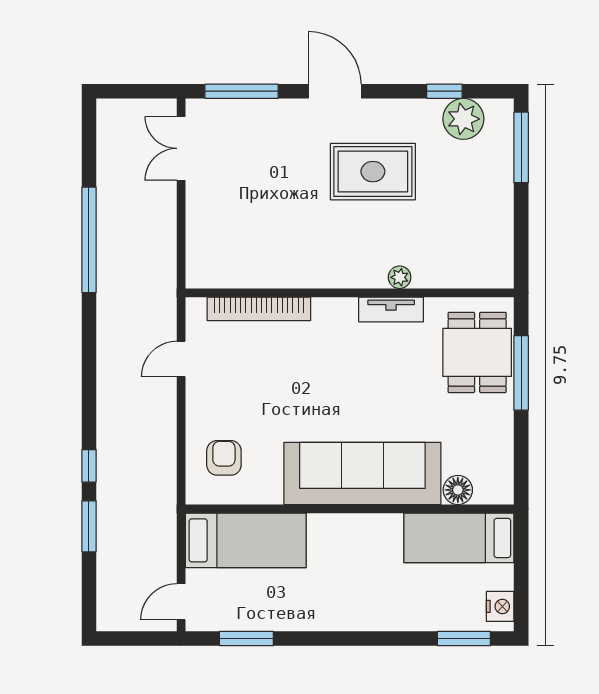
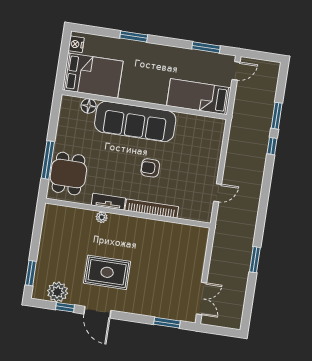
window: (241, 91) -> (167, 323), width x0.69
door: (335, 91) -> (97, 312), moved
window: (521, 147) -> (31, 273), width x0.69
window: (89, 240) -> (255, 260), width x0.47
bookcase: (259, 309) -> (152, 209), moved
armchair: (224, 458) -> (150, 168), moved, turned 90
bed: (459, 538) -> (93, 76), width x1.50
window: (464, 639) -> (134, 36), moved

